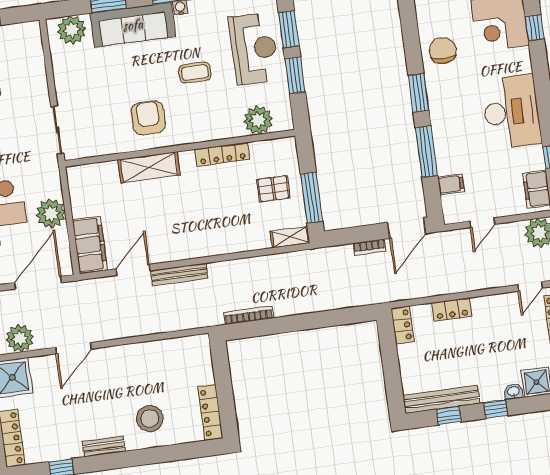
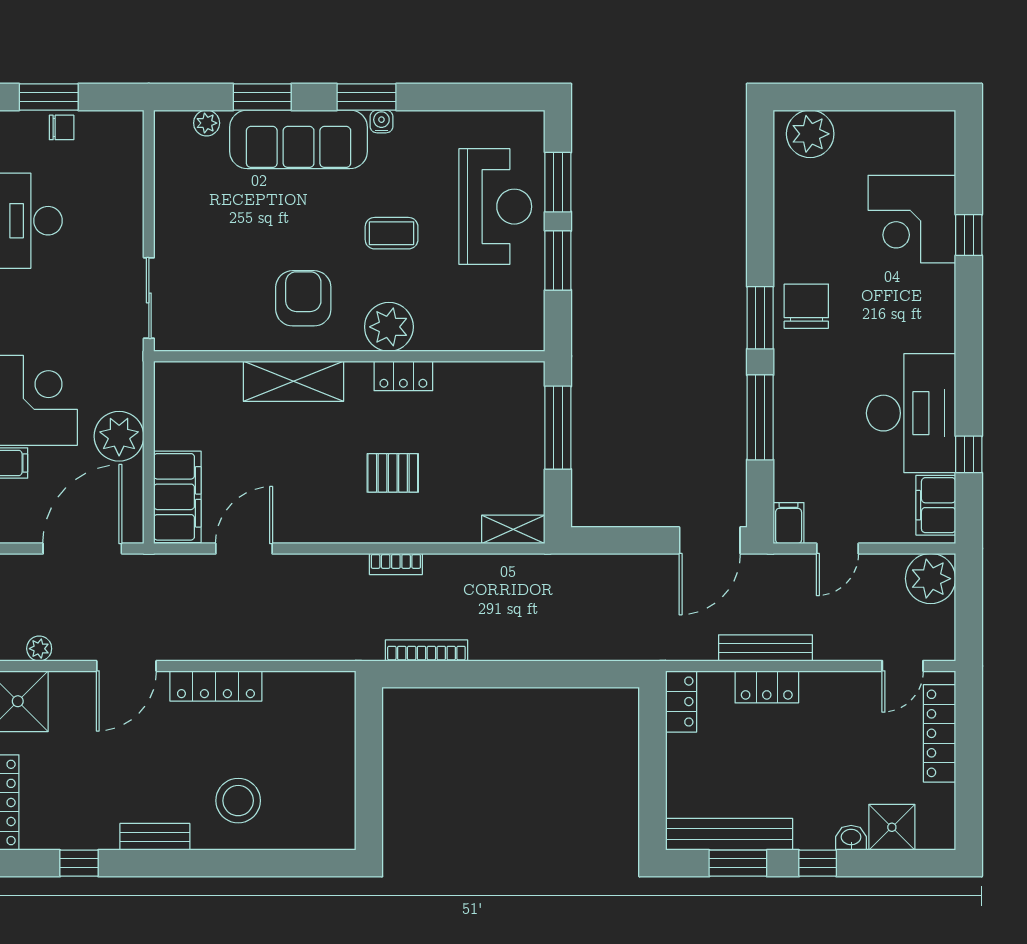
plant: (72, 30) -> (207, 123), width x0.53, depth x0.53
chair: (443, 51) -> (806, 306), moved
desk: (511, 112) -> (911, 413), moved
plant: (258, 120) -> (389, 327), moved
locker: (222, 154) -> (403, 376), width x0.66
filing cabinet: (451, 184) -> (789, 523), moved, turned -90
pallet: (273, 189) -> (393, 473), moved
window: (312, 198) -> (558, 428), moved
bookcase: (369, 247) -> (396, 564), moved
bench: (179, 274) -> (766, 648), moved
plant: (20, 338) -> (39, 649), width x0.53, depth x0.53
locker: (210, 412) -> (216, 686), moved, turned -90
window: (449, 416) -> (738, 863), width x1.50

